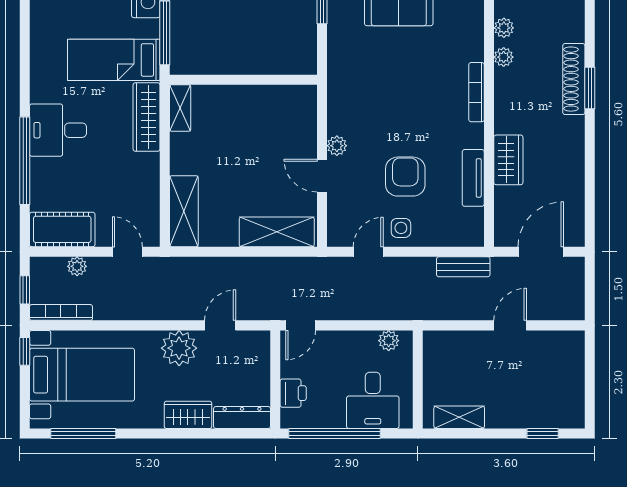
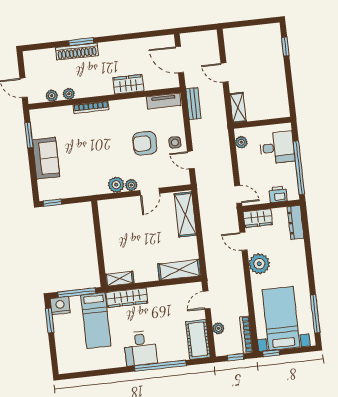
plant: (340, 120) -> (116, 185), added
tv unit: (473, 178) -> (164, 101), moved
wardrobe: (188, 415) -> (258, 218), moved, turned -90
shelving: (459, 417) -> (238, 108), moved

